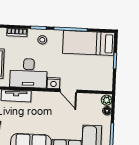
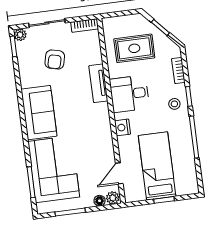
bed: (89, 43) -> (157, 166), moved
desk: (28, 73) -> (129, 94), width x0.73
door: (68, 91) -> (119, 173), moved

